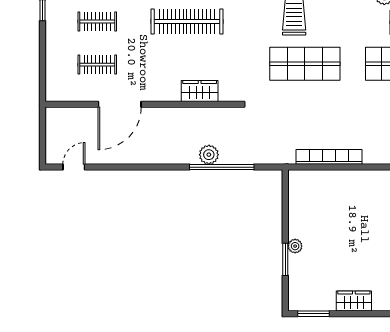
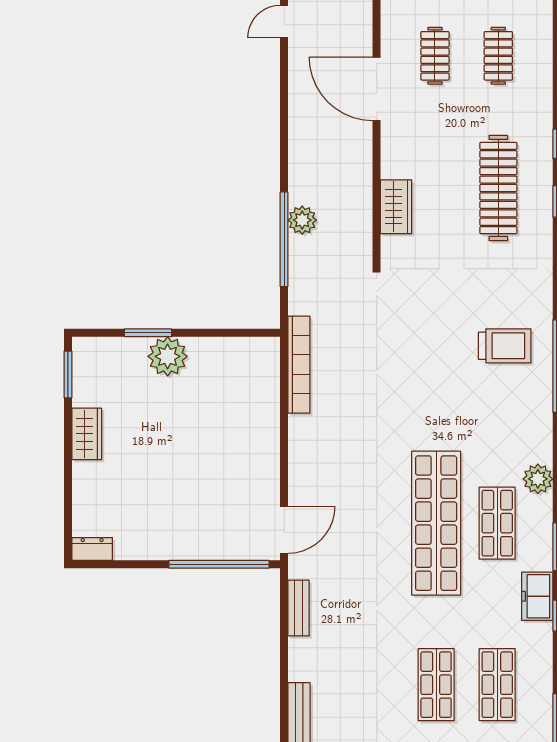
shop shelf: (305, 64) -> (436, 362), removed
bookcase: (329, 157) -> (299, 365), moved
door: (74, 167) -> (284, 22), swing flipped
plant: (295, 246) -> (168, 356), width x1.87, depth x1.87

